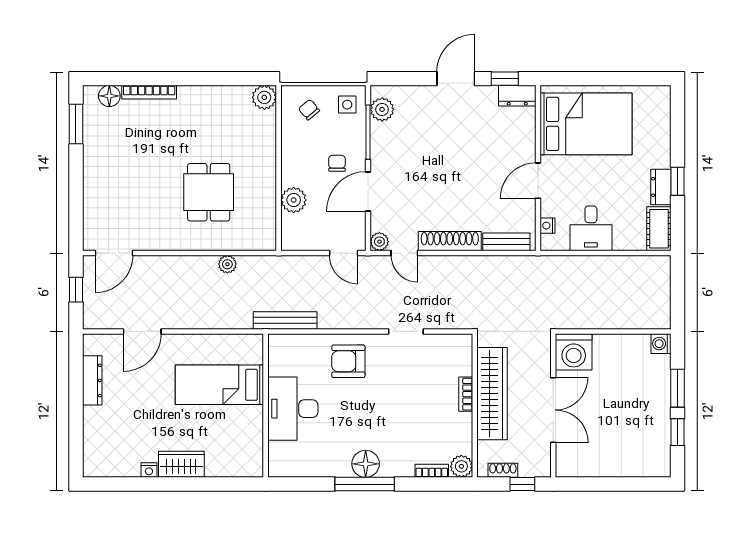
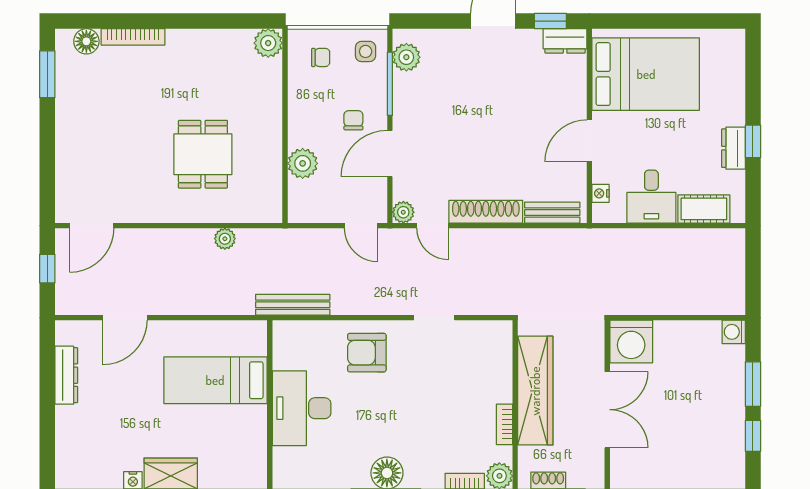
chair: (309, 110) -> (321, 57), turned 129
cot: (659, 229) -> (704, 209), moved, turned 90
bookcase: (466, 394) -> (505, 424), moved

